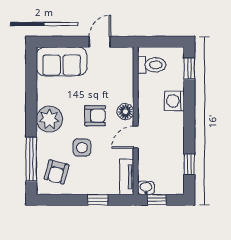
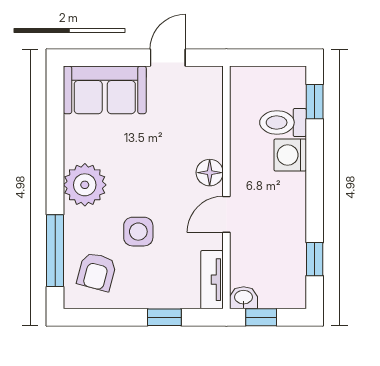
toilet: (152, 65) -> (283, 122), moved, turned 180
armchair: (95, 116) -> (160, 179), removed

